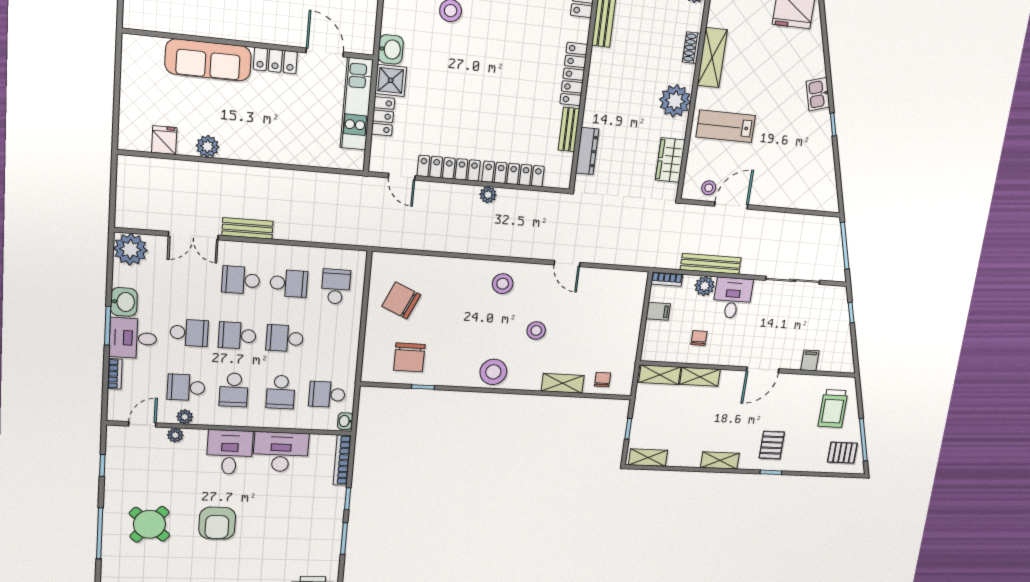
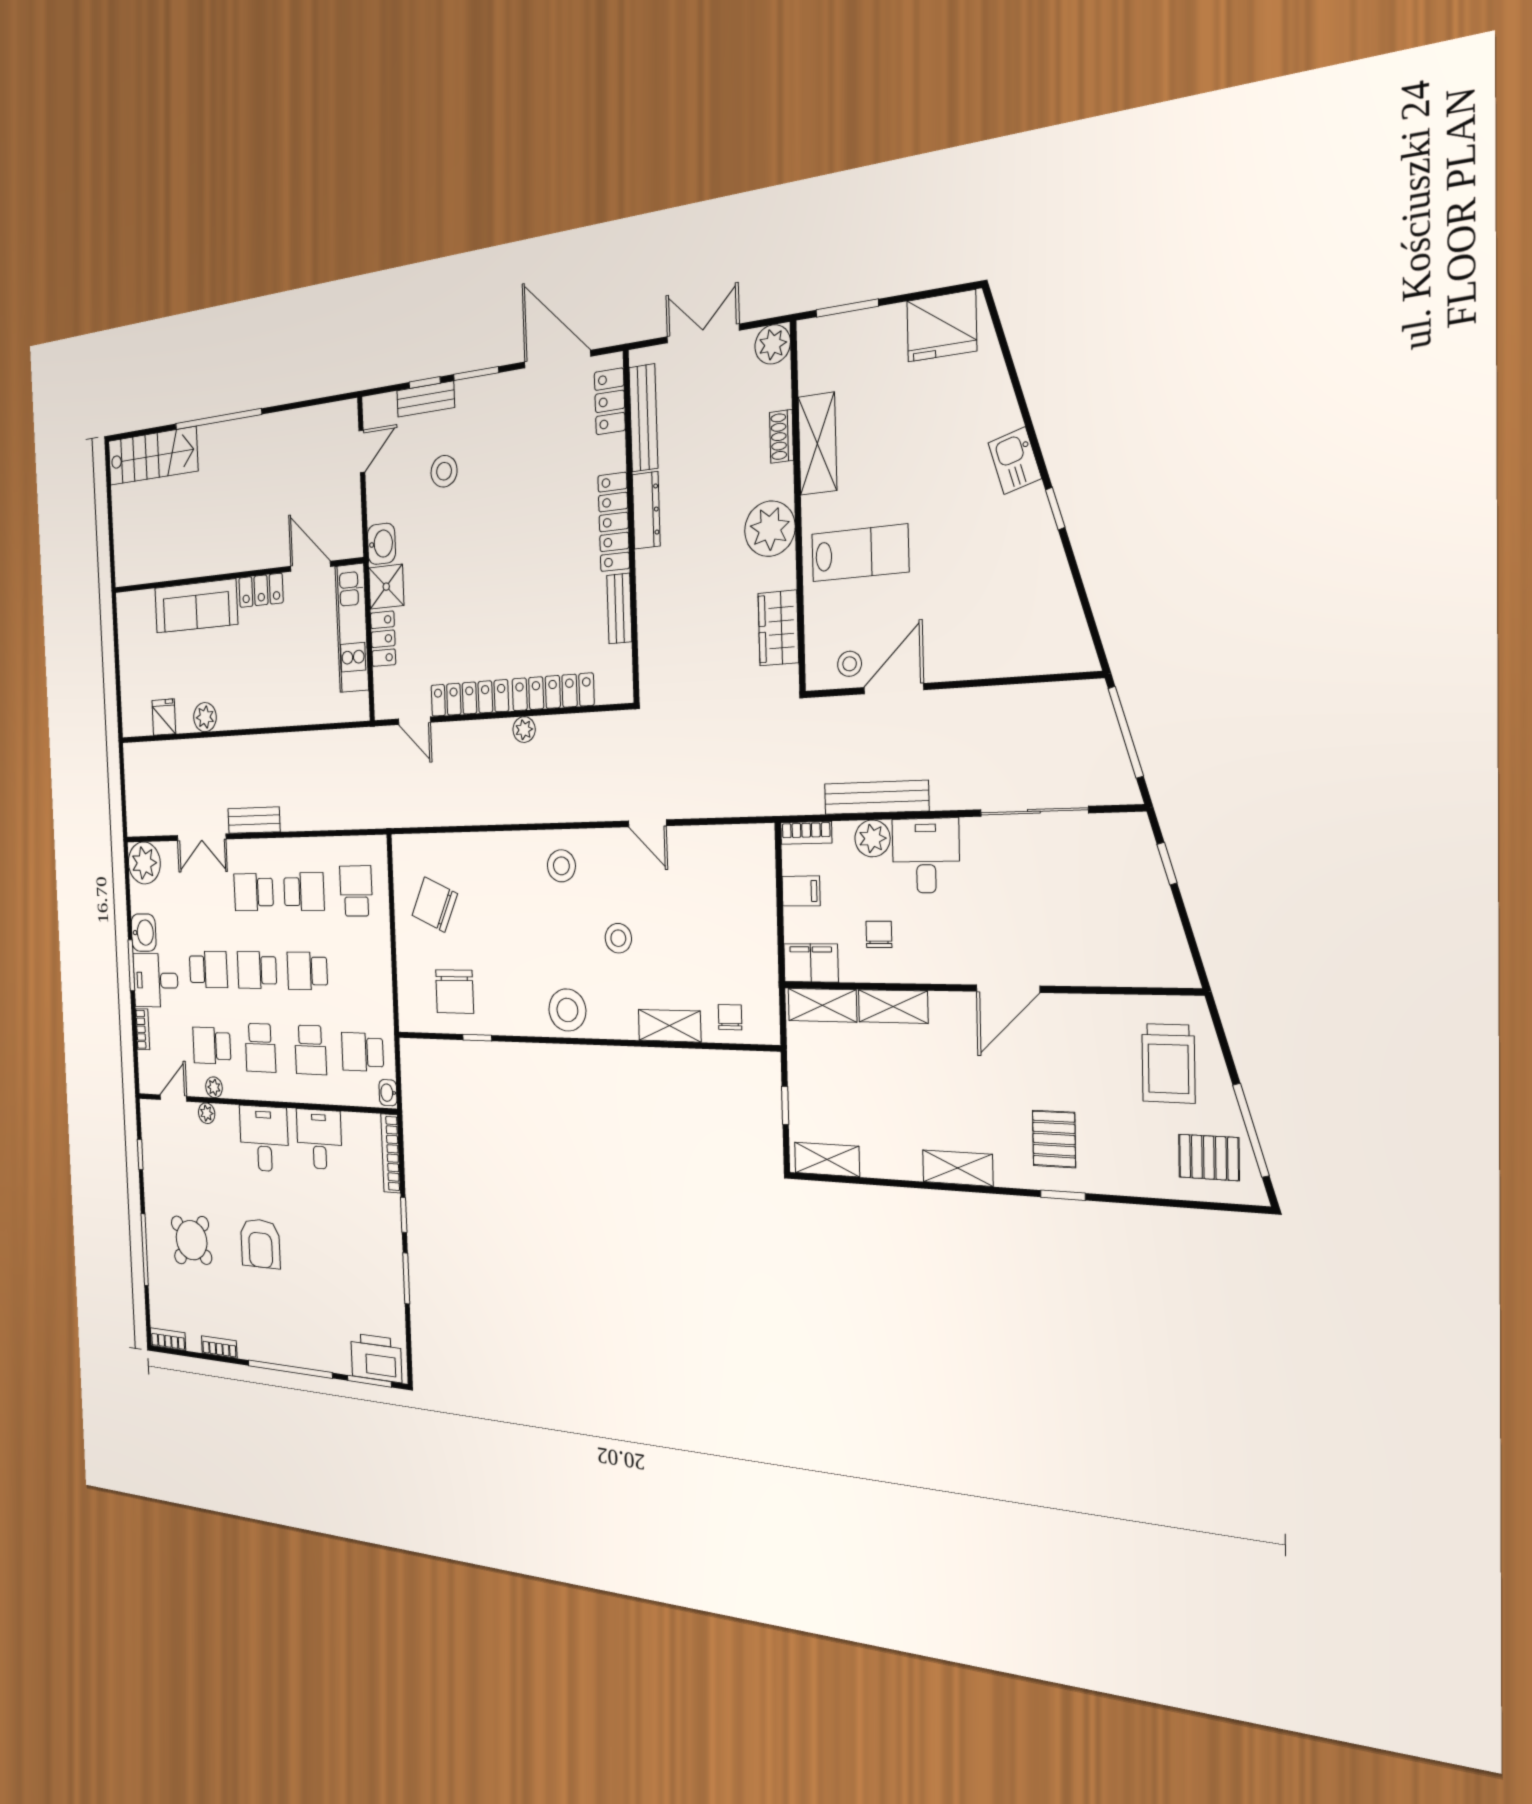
lab bench: (726, 126) -> (860, 553), turned 180
dresser: (587, 151) -> (646, 510), moved
filing cabinet: (810, 360) -> (811, 963), moved, width x2.00
desk: (281, 452) -> (319, 1139), width x0.73

